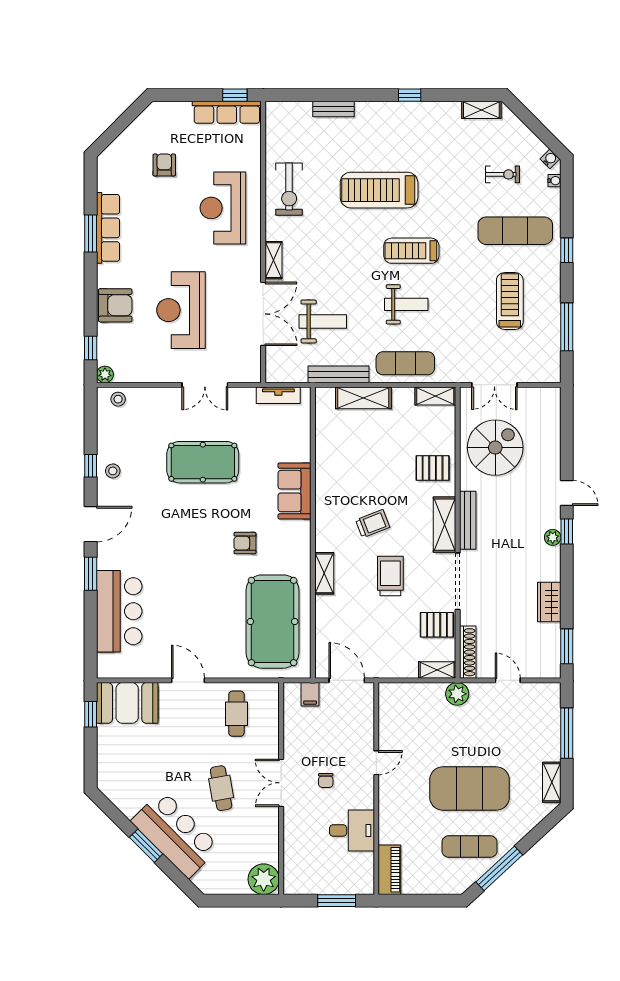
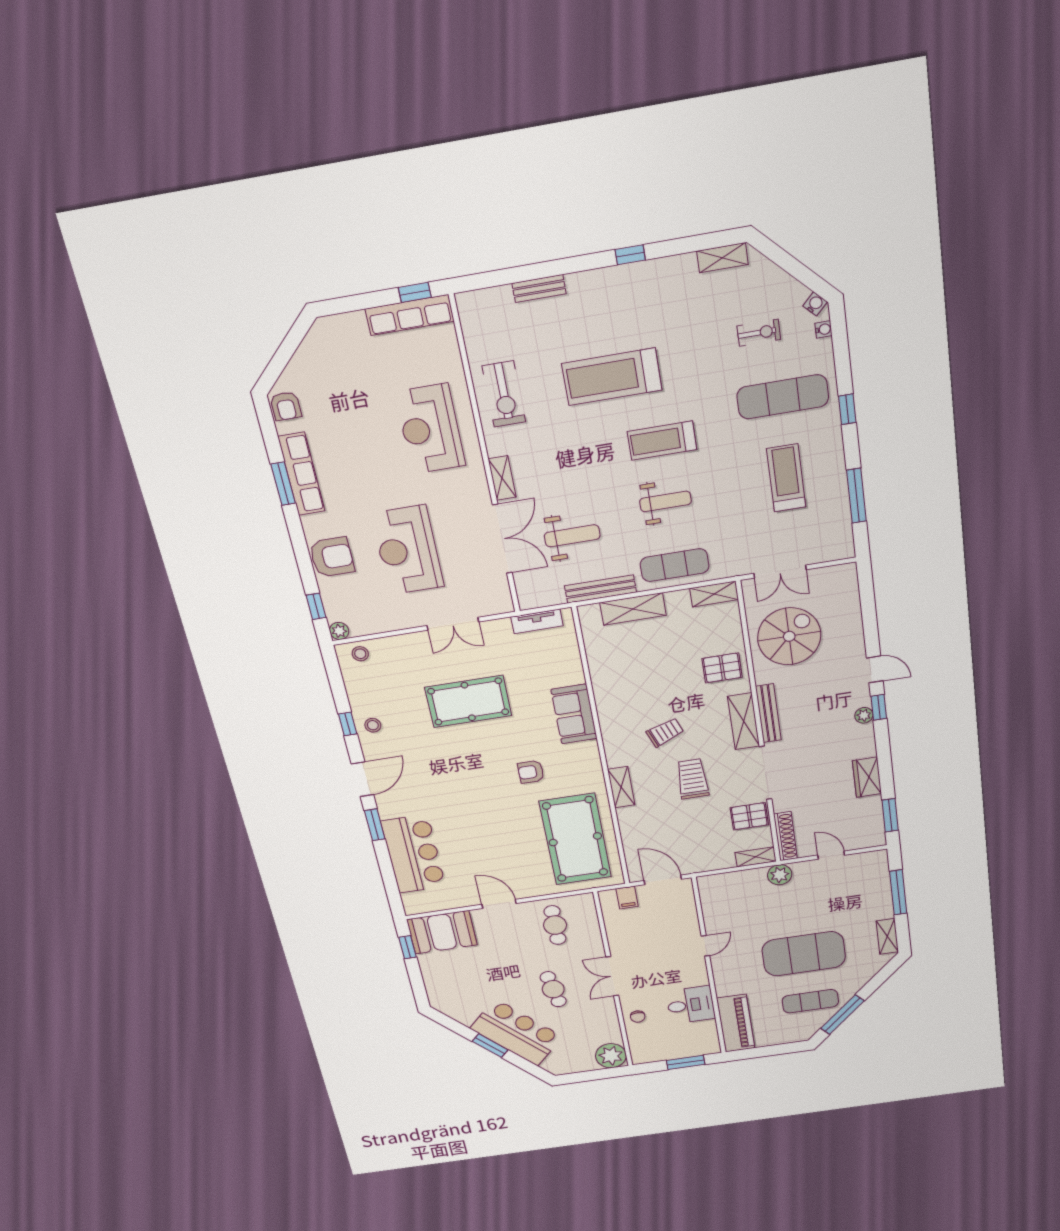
armchair: (164, 165) -> (286, 406), moved, turned 180
chair: (326, 780) -> (638, 1017), moved
piano: (389, 870) -> (736, 1023), width x1.37, depth x1.33

